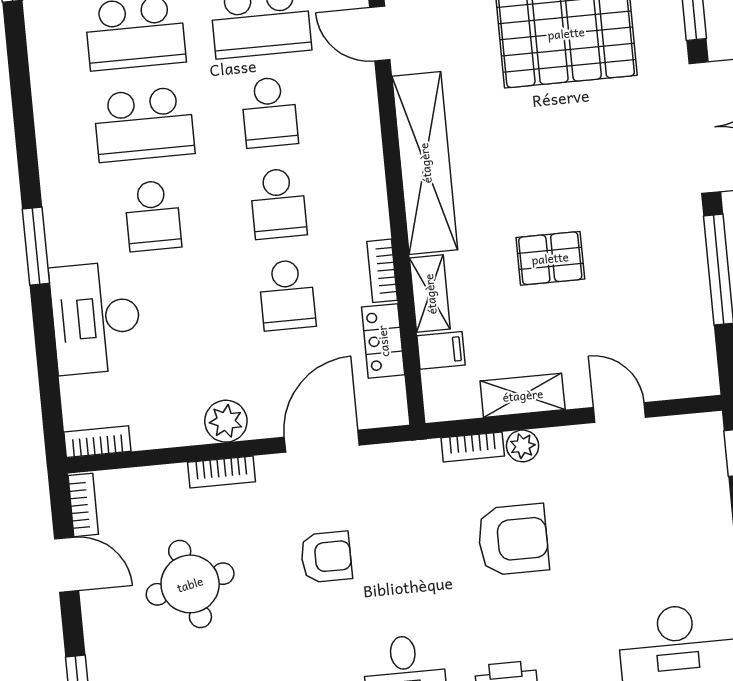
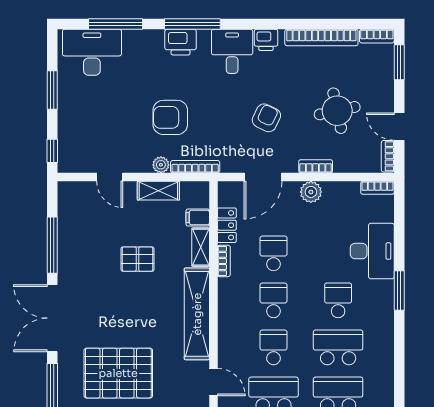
bookcase: (473, 447) -> (195, 167), width x1.56
armchair: (326, 557) -> (266, 118), turned 116

